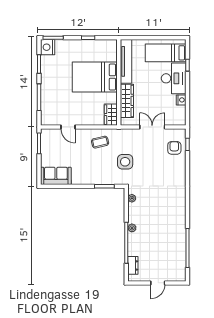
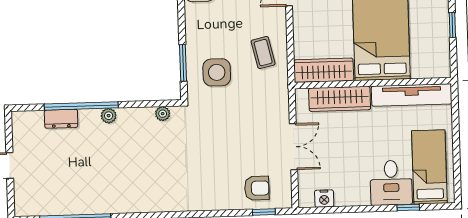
desk: (174, 78) -> (391, 183), width x0.73
nightstand: (181, 100) -> (324, 199), moved
wardrobe: (111, 115) -> (324, 70), width x1.50
side table: (125, 162) -> (217, 72), moved
dresser: (133, 265) -> (61, 119), moved

